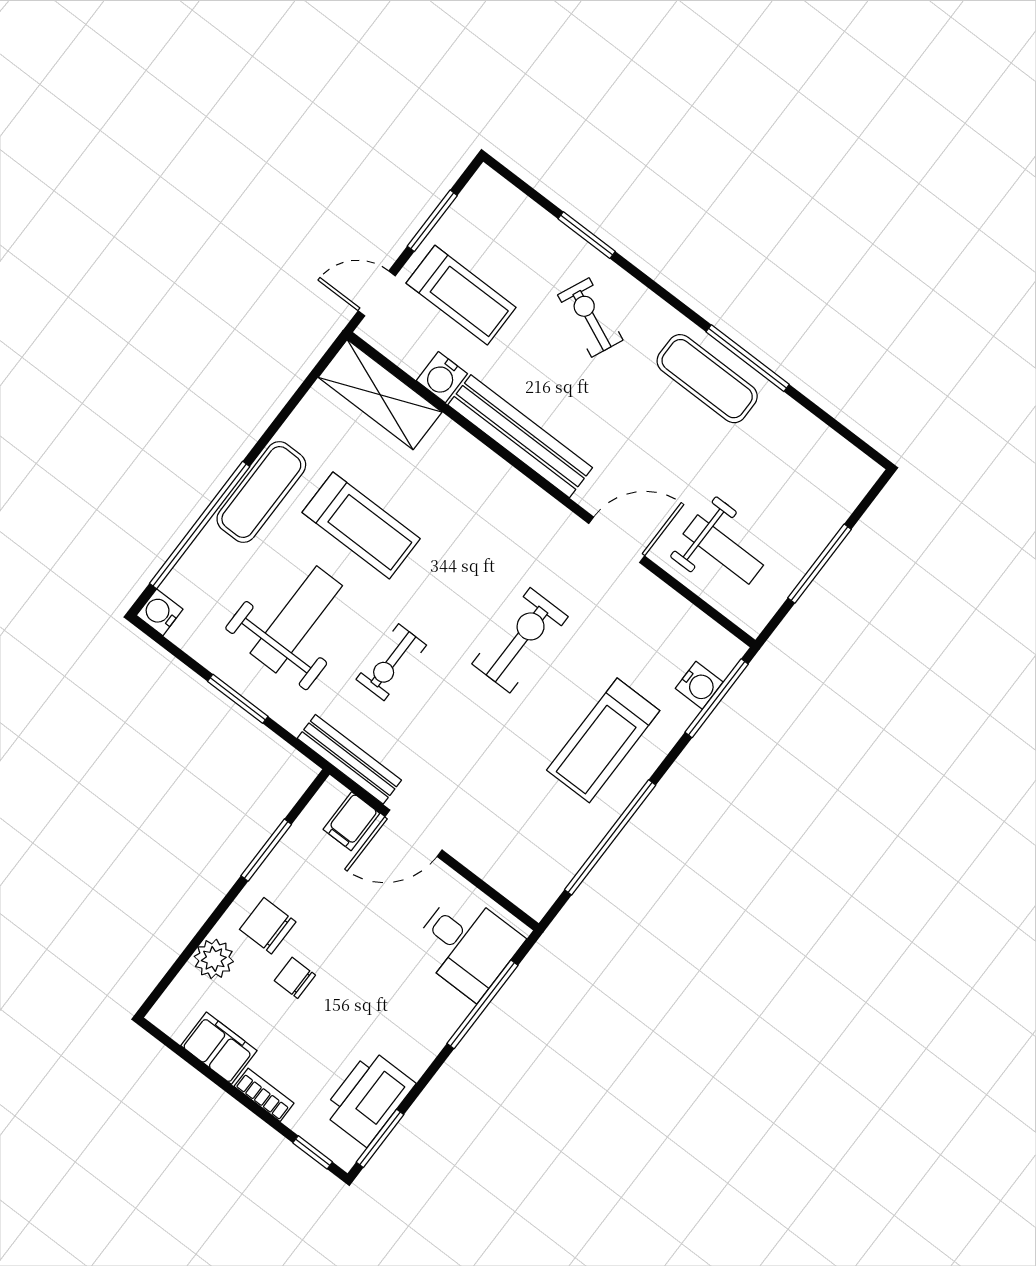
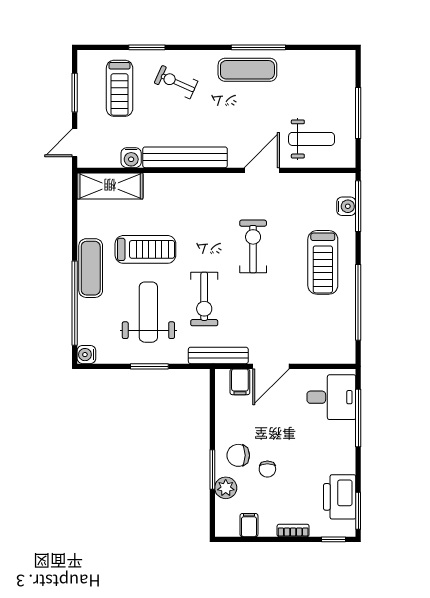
treadmill: (461, 295) -> (120, 88), moved, turned 90
exercise bike: (391, 662) -> (204, 299), width x1.38, depth x1.39
window: (266, 850) -> (212, 469), moved
chair: (295, 978) -> (267, 469), turned -90
filing cabinet: (219, 1048) -> (249, 525), width x0.50

